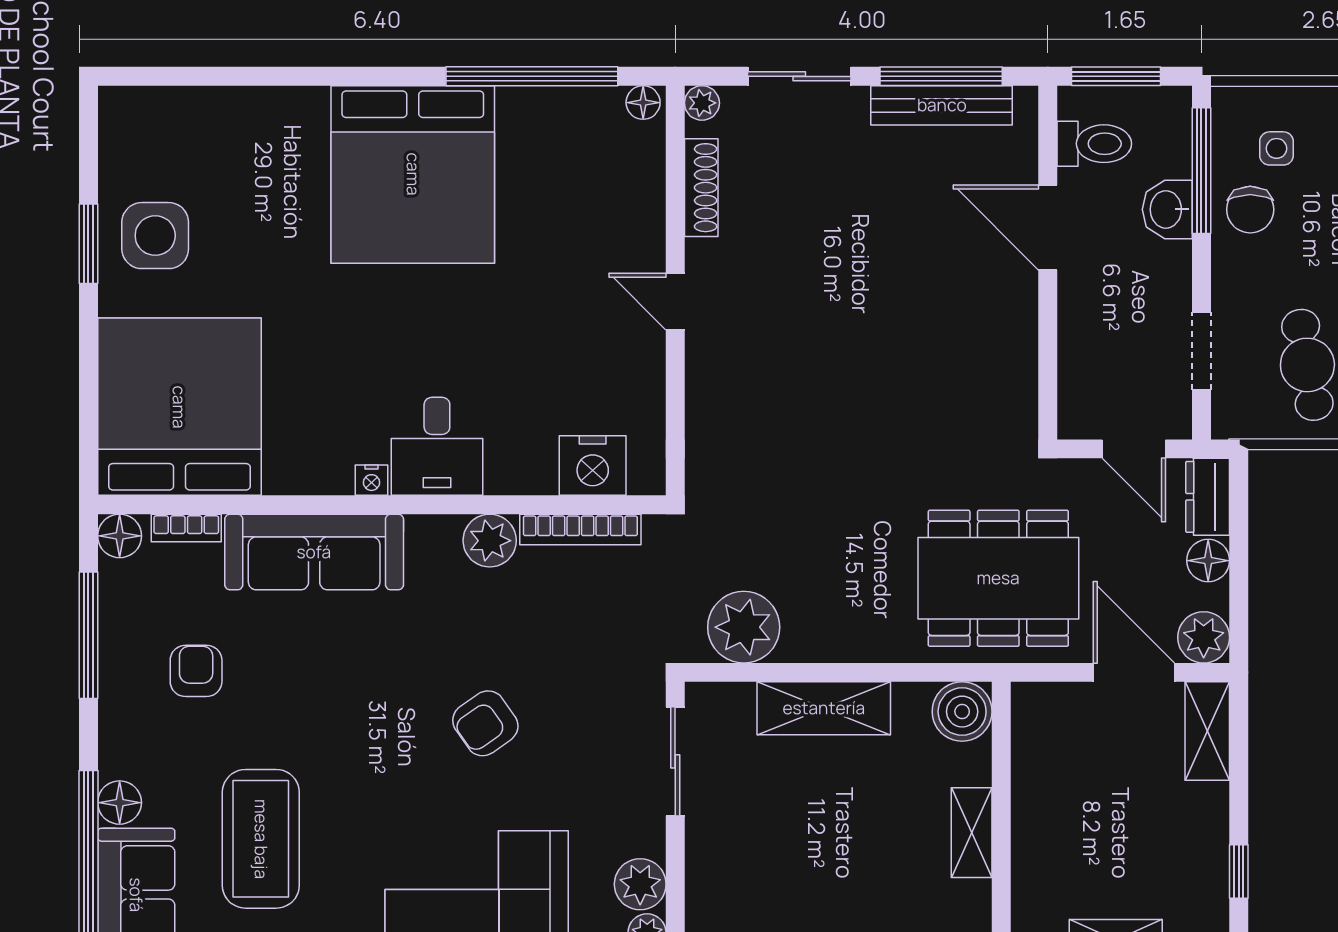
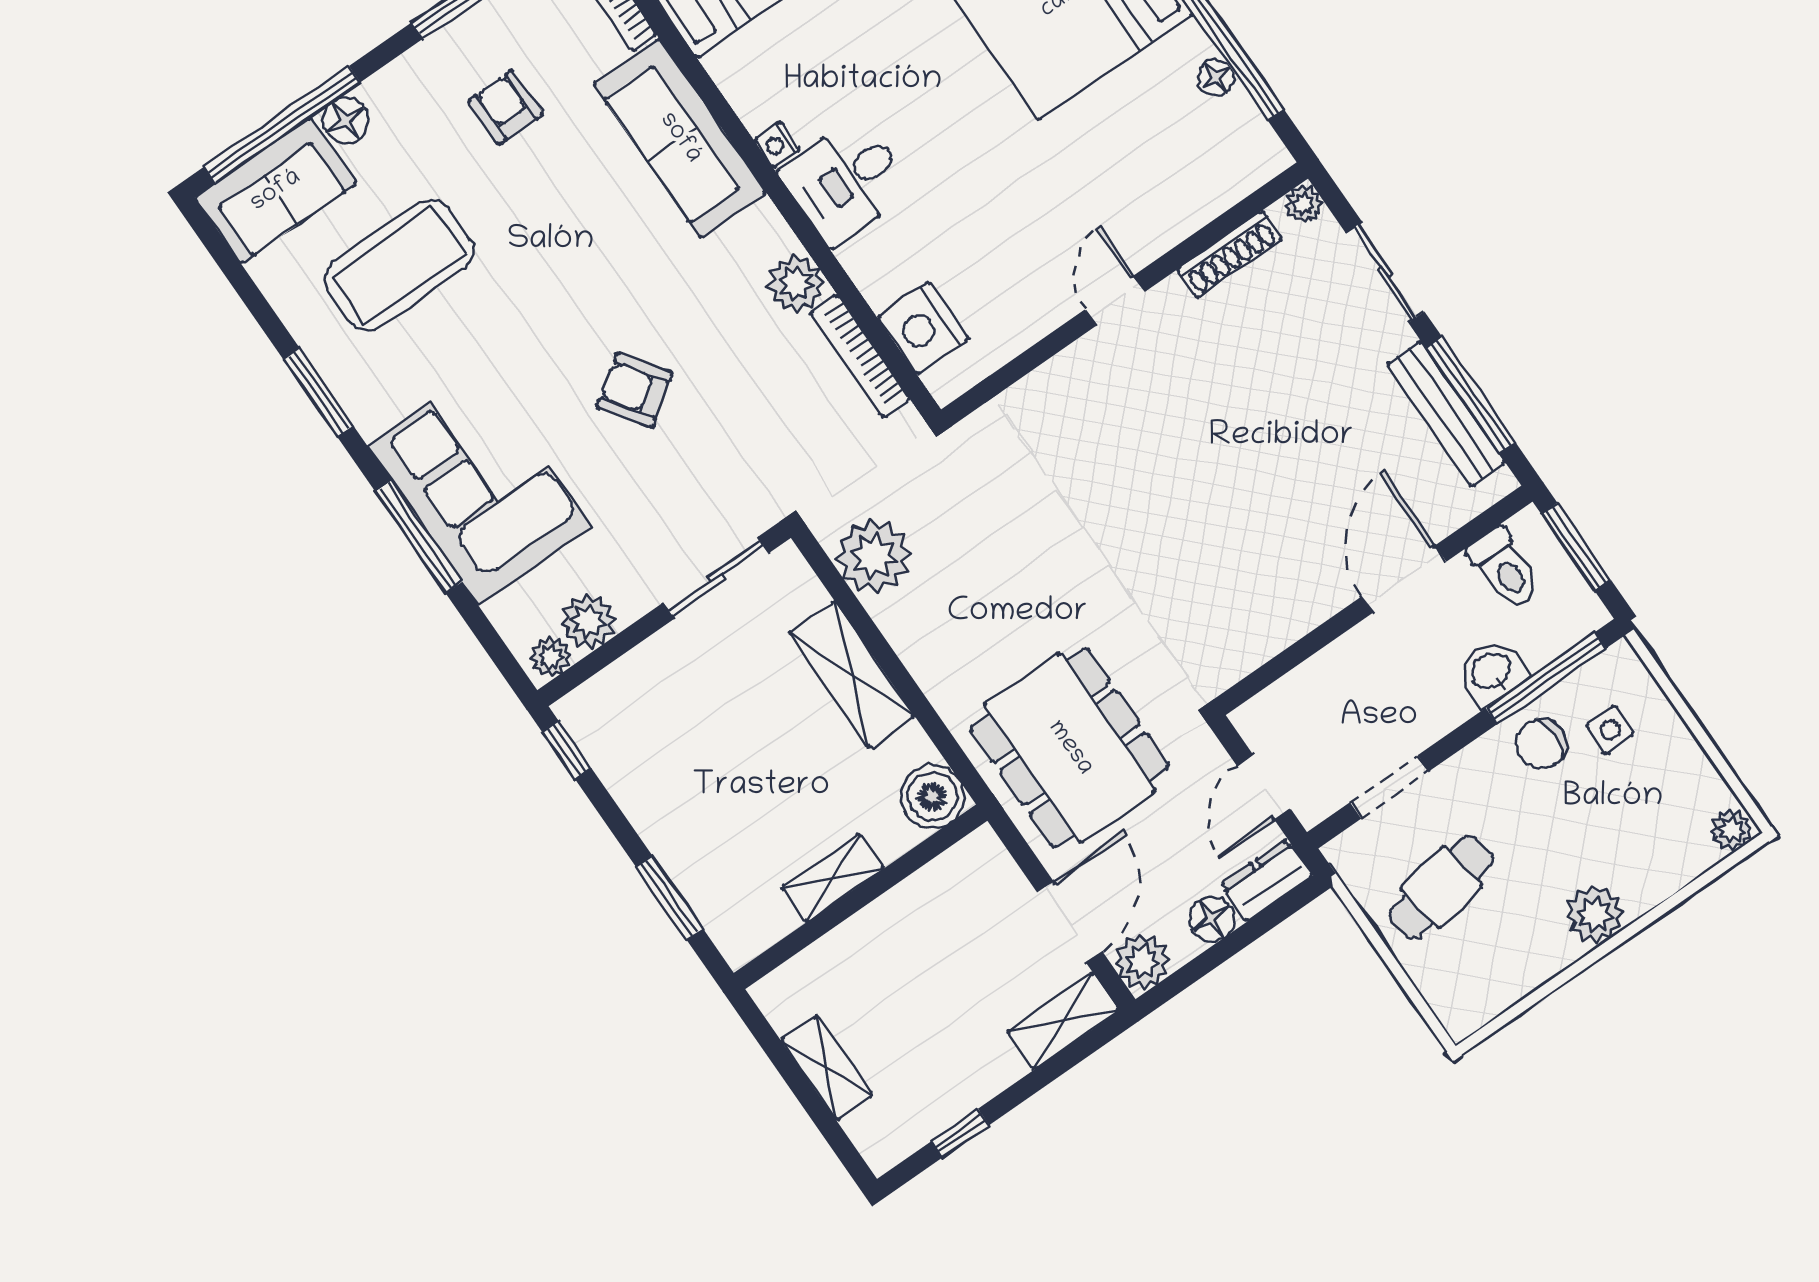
floor lamp: (643, 103) -> (1216, 77), moved
armchair: (196, 671) -> (506, 108), turned -90

